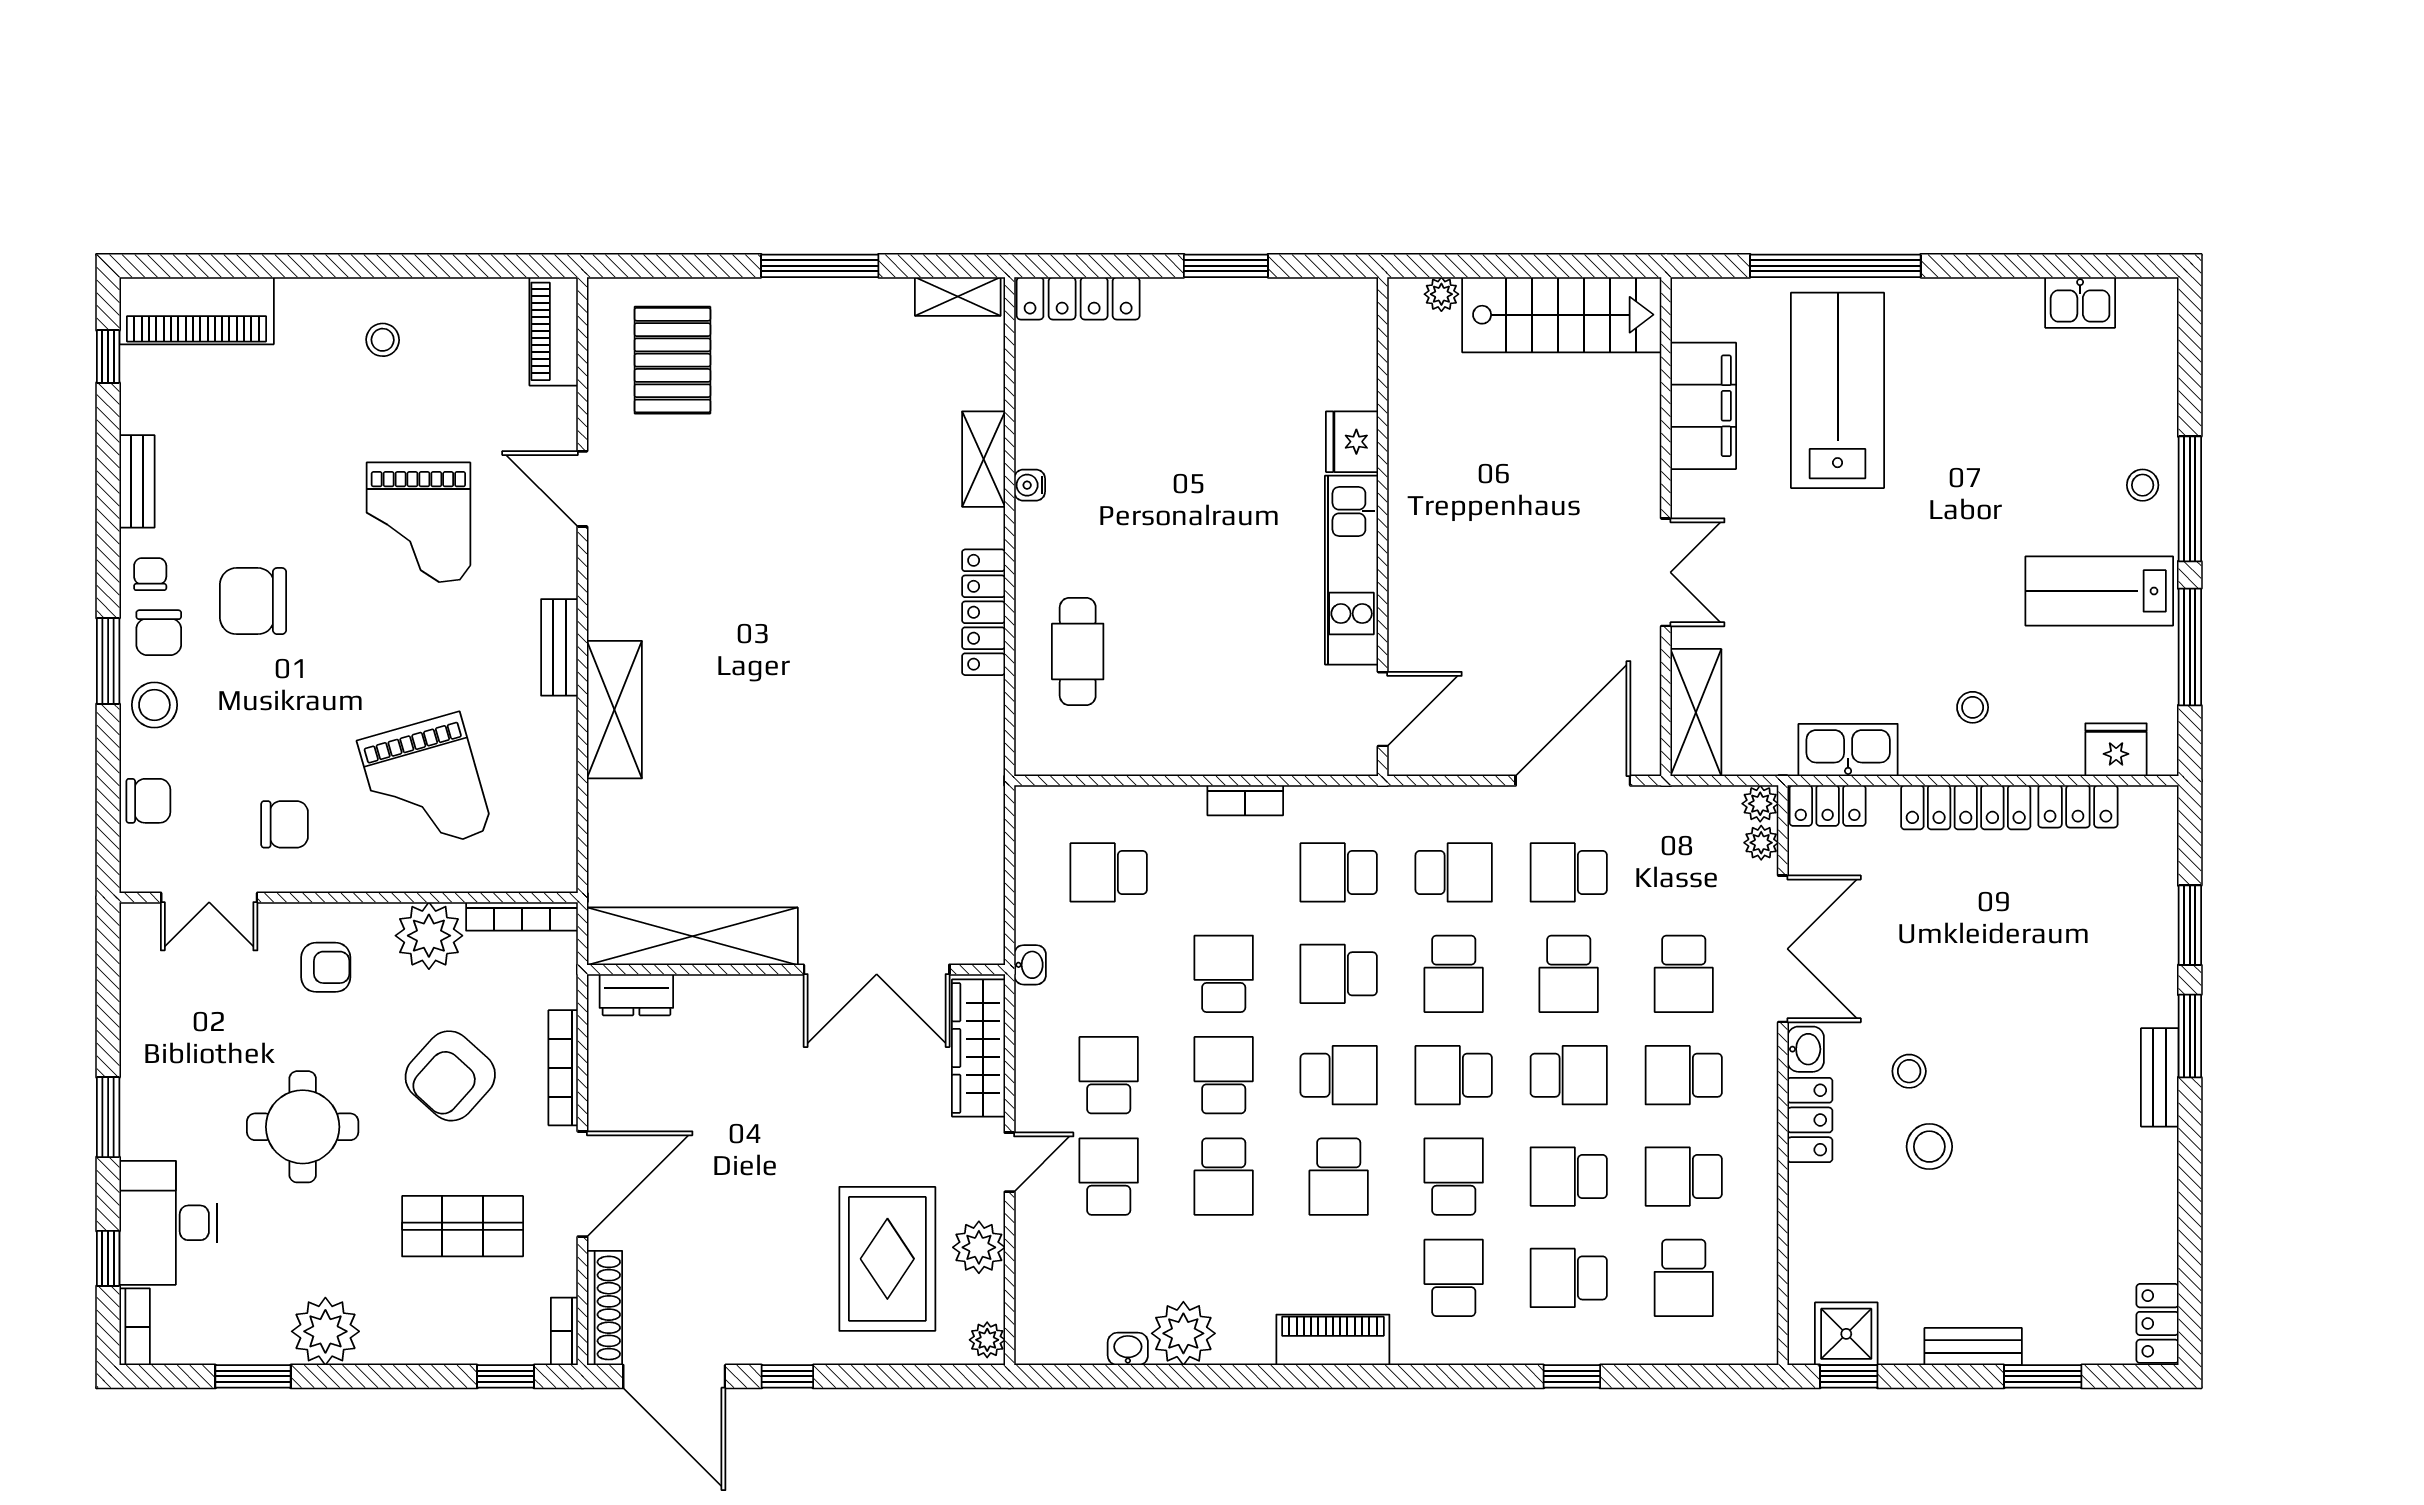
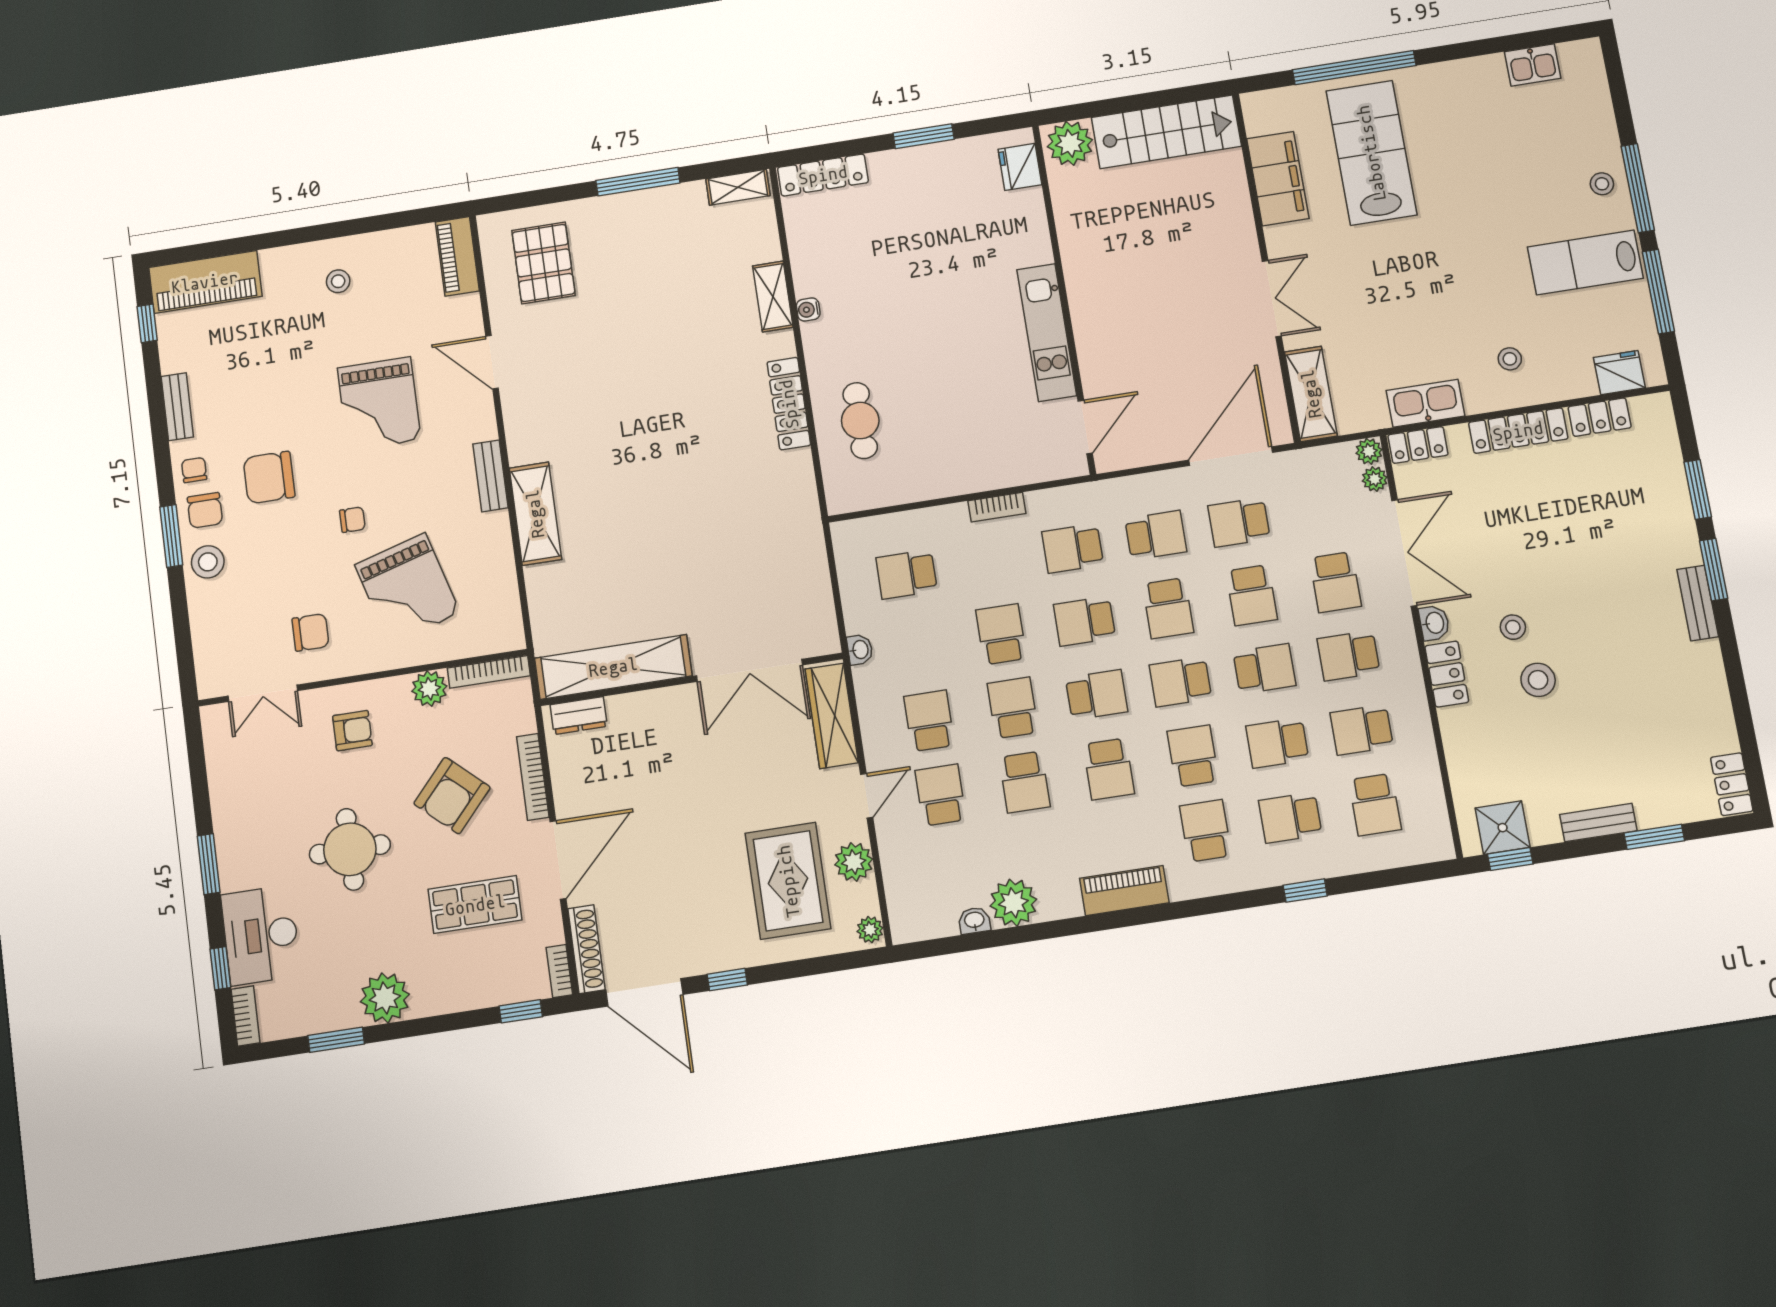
plant: (1441, 294) -> (1070, 143), width x1.88, depth x1.88
fridge: (1352, 442) -> (1020, 167), moved
chair: (148, 801) -> (352, 520), moved, width x0.73, depth x0.73
plant: (429, 936) -> (429, 689), width x0.73, depth x0.73

